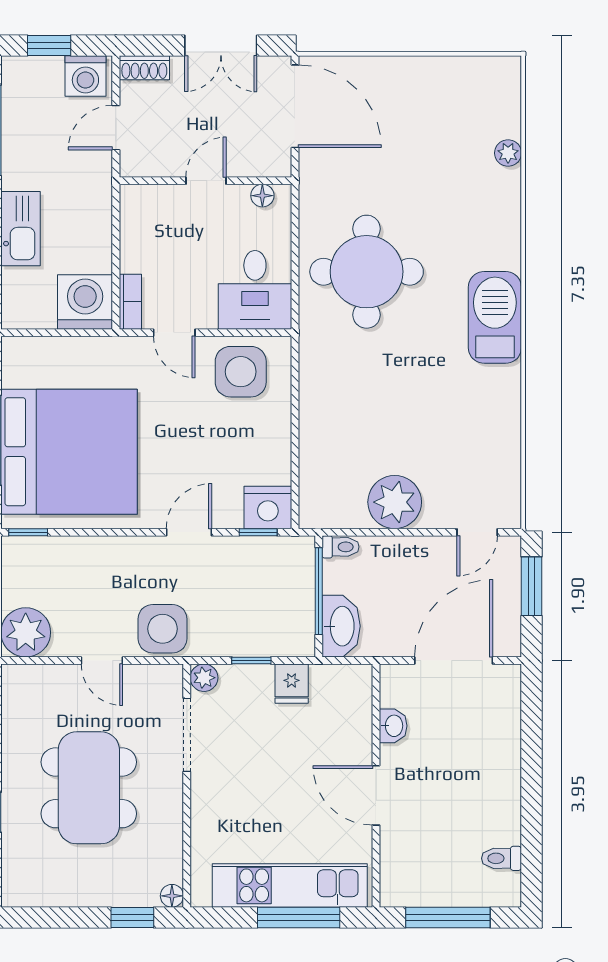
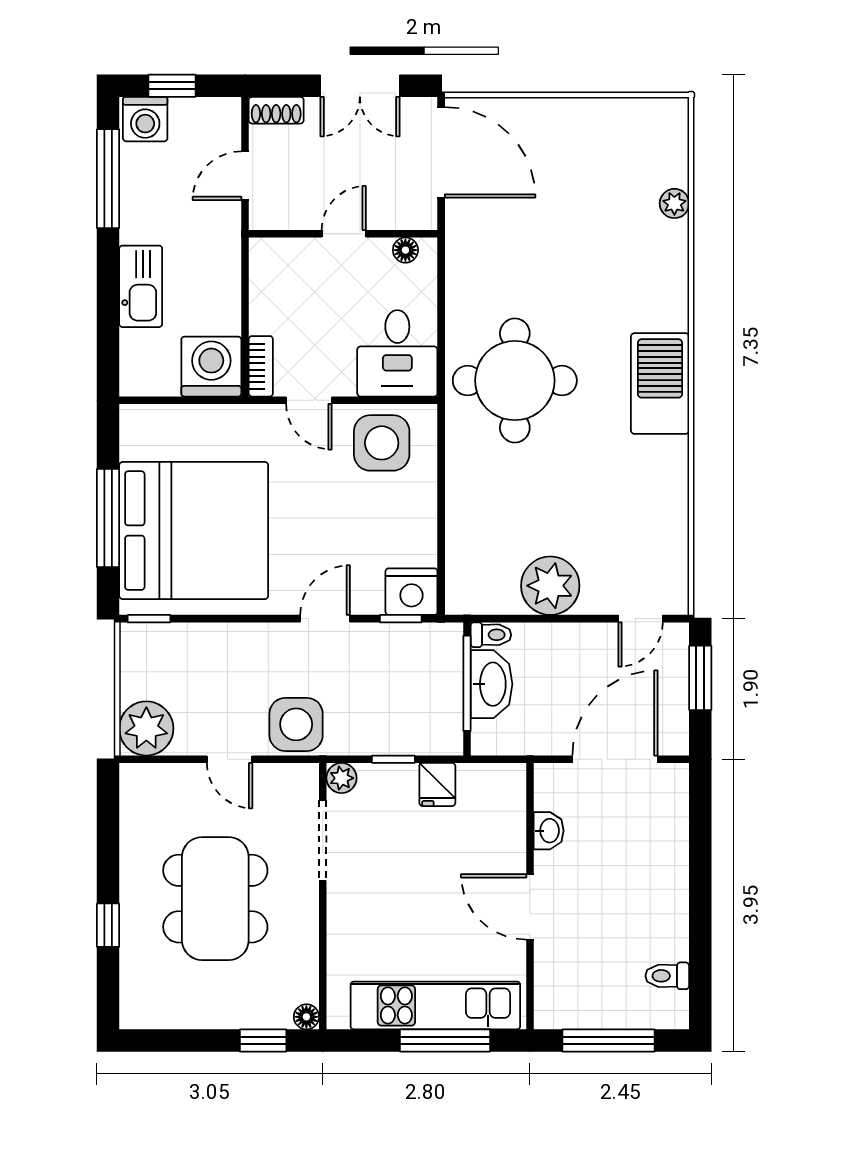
washing machine: (85, 76) -> (145, 119), moved
round table: (367, 272) -> (515, 381), moved
washbasin: (341, 626) -> (492, 684), moved

